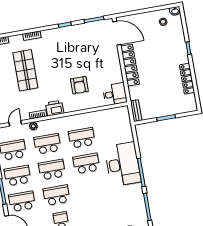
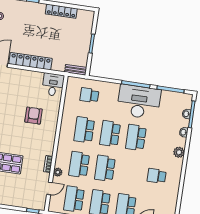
armchair: (79, 85) -> (34, 116), turned -90
printer: (55, 108) -> (47, 146), removed
door: (15, 123) -> (50, 188), swing flipped
school desk: (116, 132) -> (89, 95), added
desk: (123, 164) -> (139, 102), moved
school desk: (56, 195) -> (136, 137), moved

